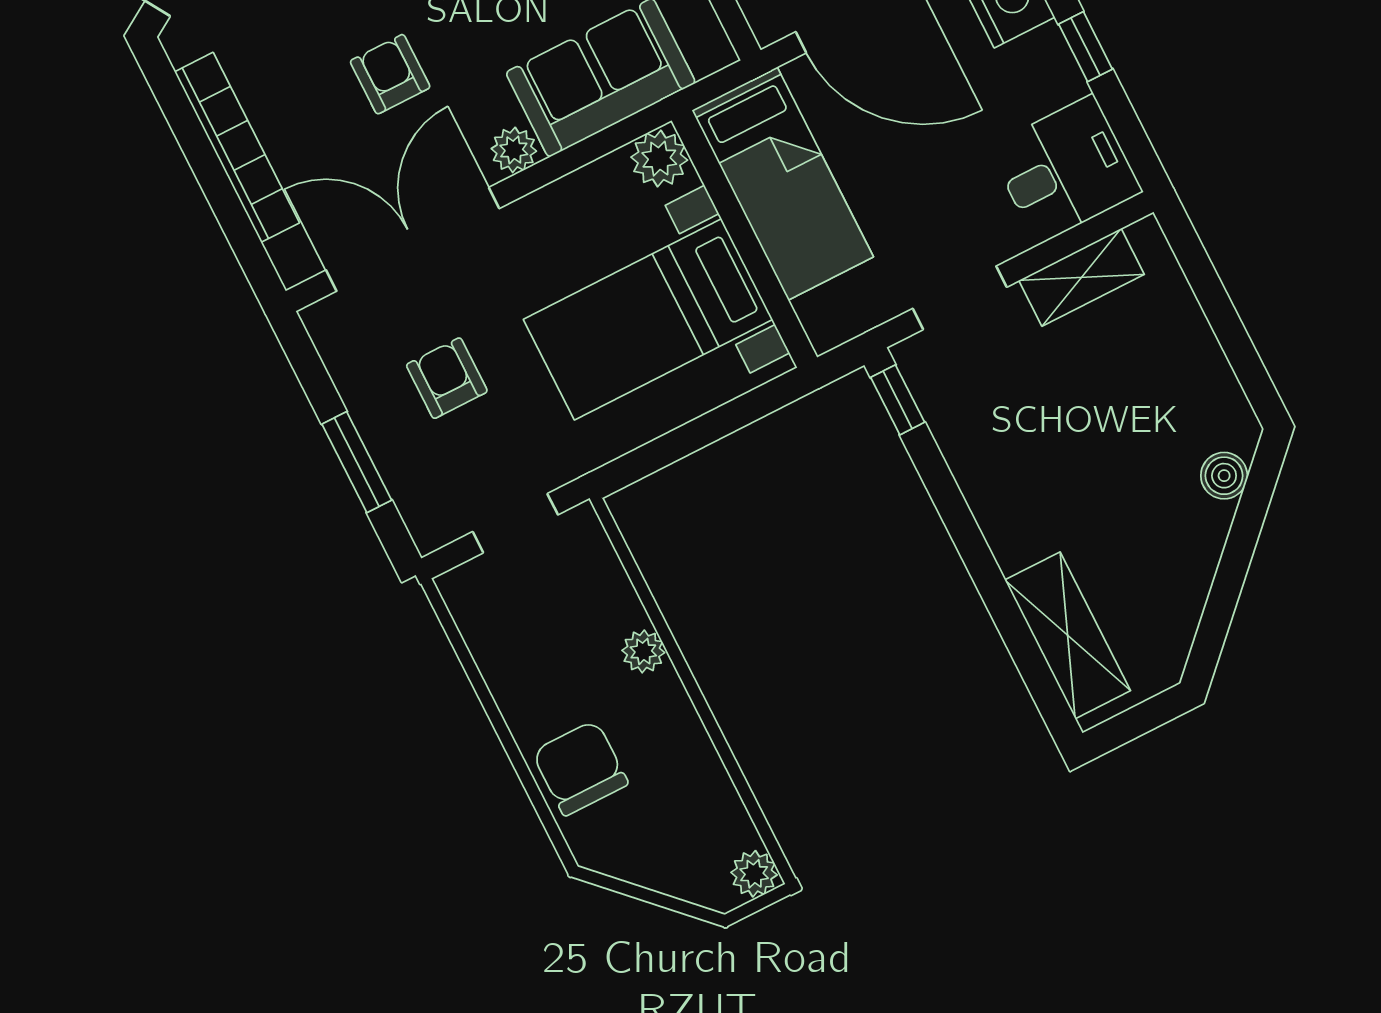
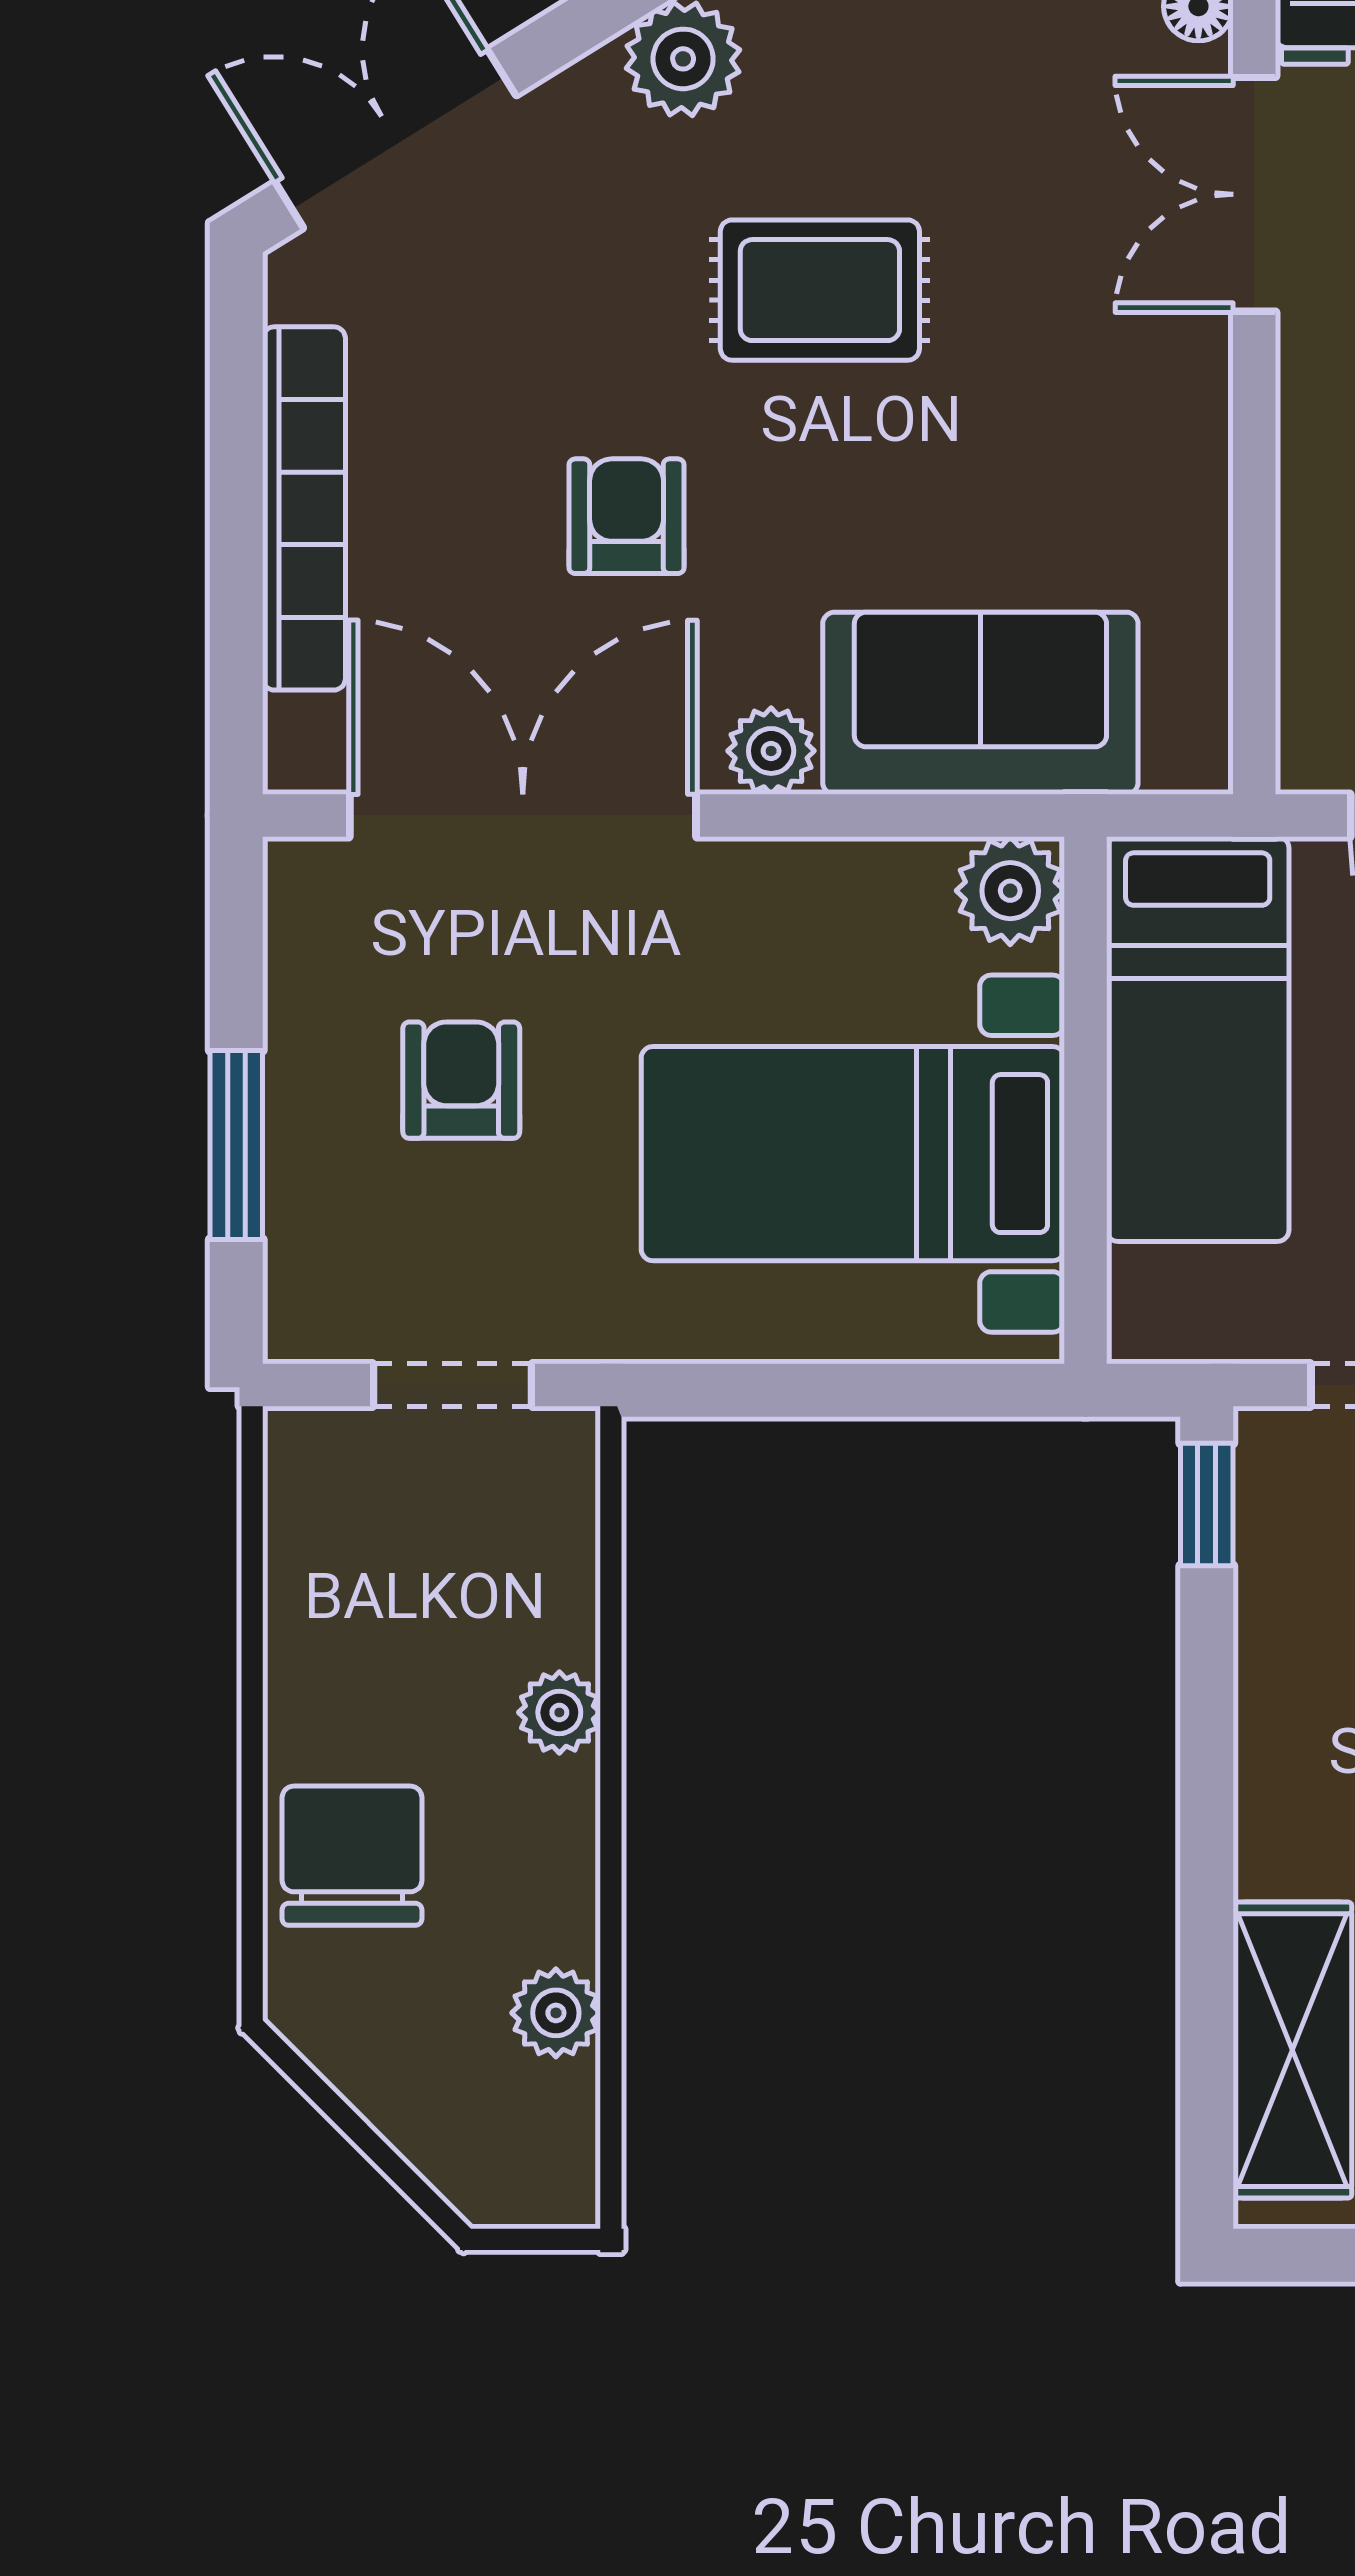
plant: (754, 874) -> (556, 2013), moved

